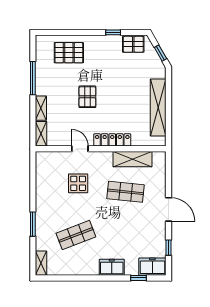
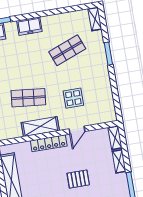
pallet: (87, 97) -> (78, 179), turned 90
door: (80, 149) -> (77, 130), hinge flipped
shelving: (133, 159) -> (40, 127), moved

